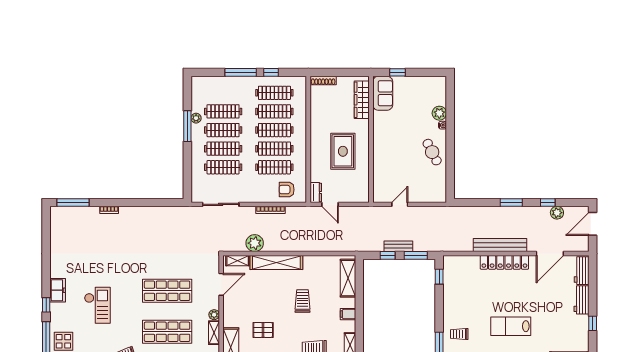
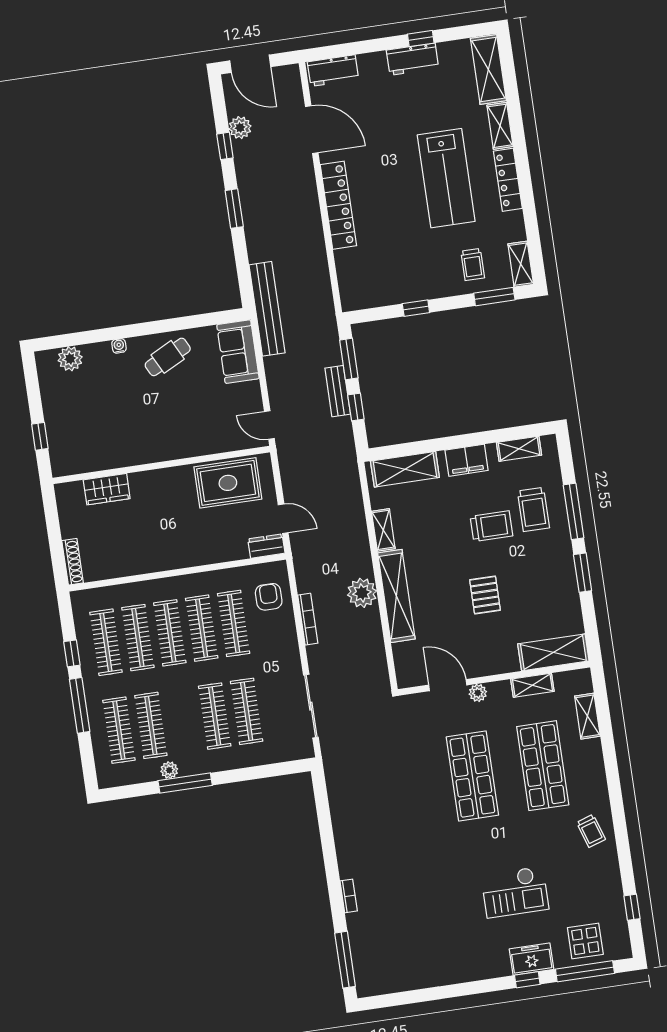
sofa: (383, 93) -> (238, 352), moved, turned -90
wardrobe: (362, 100) -> (107, 489), width x0.67
plant: (439, 113) -> (70, 359), moved
clothes rail: (223, 130) -> (119, 730), moved
rug: (343, 151) -> (228, 483), moved
armchair: (287, 190) -> (269, 597), turned 180
door: (330, 204) -> (283, 519), hinge flipped
door: (400, 204) -> (269, 425), moved
plant: (255, 243) -> (362, 593), moved
bench: (500, 245) -> (267, 309), moved
shelving: (238, 261) -> (383, 530), moved
window: (439, 277) -> (416, 308), moved
freezer: (58, 290) -> (532, 959), moved
workbench: (582, 300) -> (412, 59), moved
trolley: (303, 301) -> (491, 526), moved, turned 180
checkout: (97, 305) -> (515, 892), turned 180
filing cabinet: (348, 314) -> (467, 460), width x2.00
plant: (214, 315) -> (478, 693), moved
lab bench: (511, 326) -> (446, 178), width x1.36, depth x1.39
pallet: (263, 330) -> (485, 595), moved

